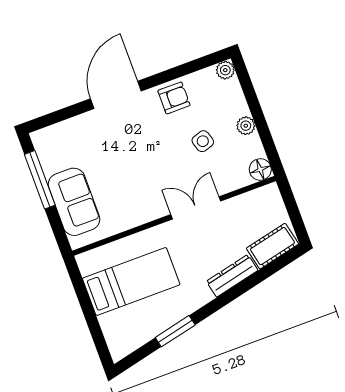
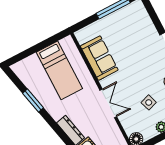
sofa: (74, 202) -> (99, 58), moved, turned -90

